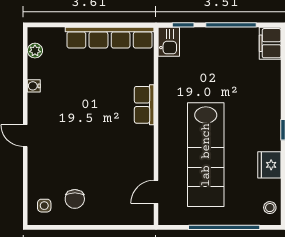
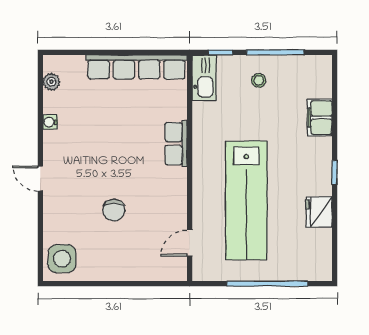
kitchen sink: (169, 42) -> (204, 78), width x1.38
filing cabinet: (270, 43) -> (320, 118), moved
chair: (75, 199) -> (114, 210), moved
side table: (44, 206) -> (62, 259), width x1.87, depth x1.87
stool: (270, 208) -> (259, 80), moved

